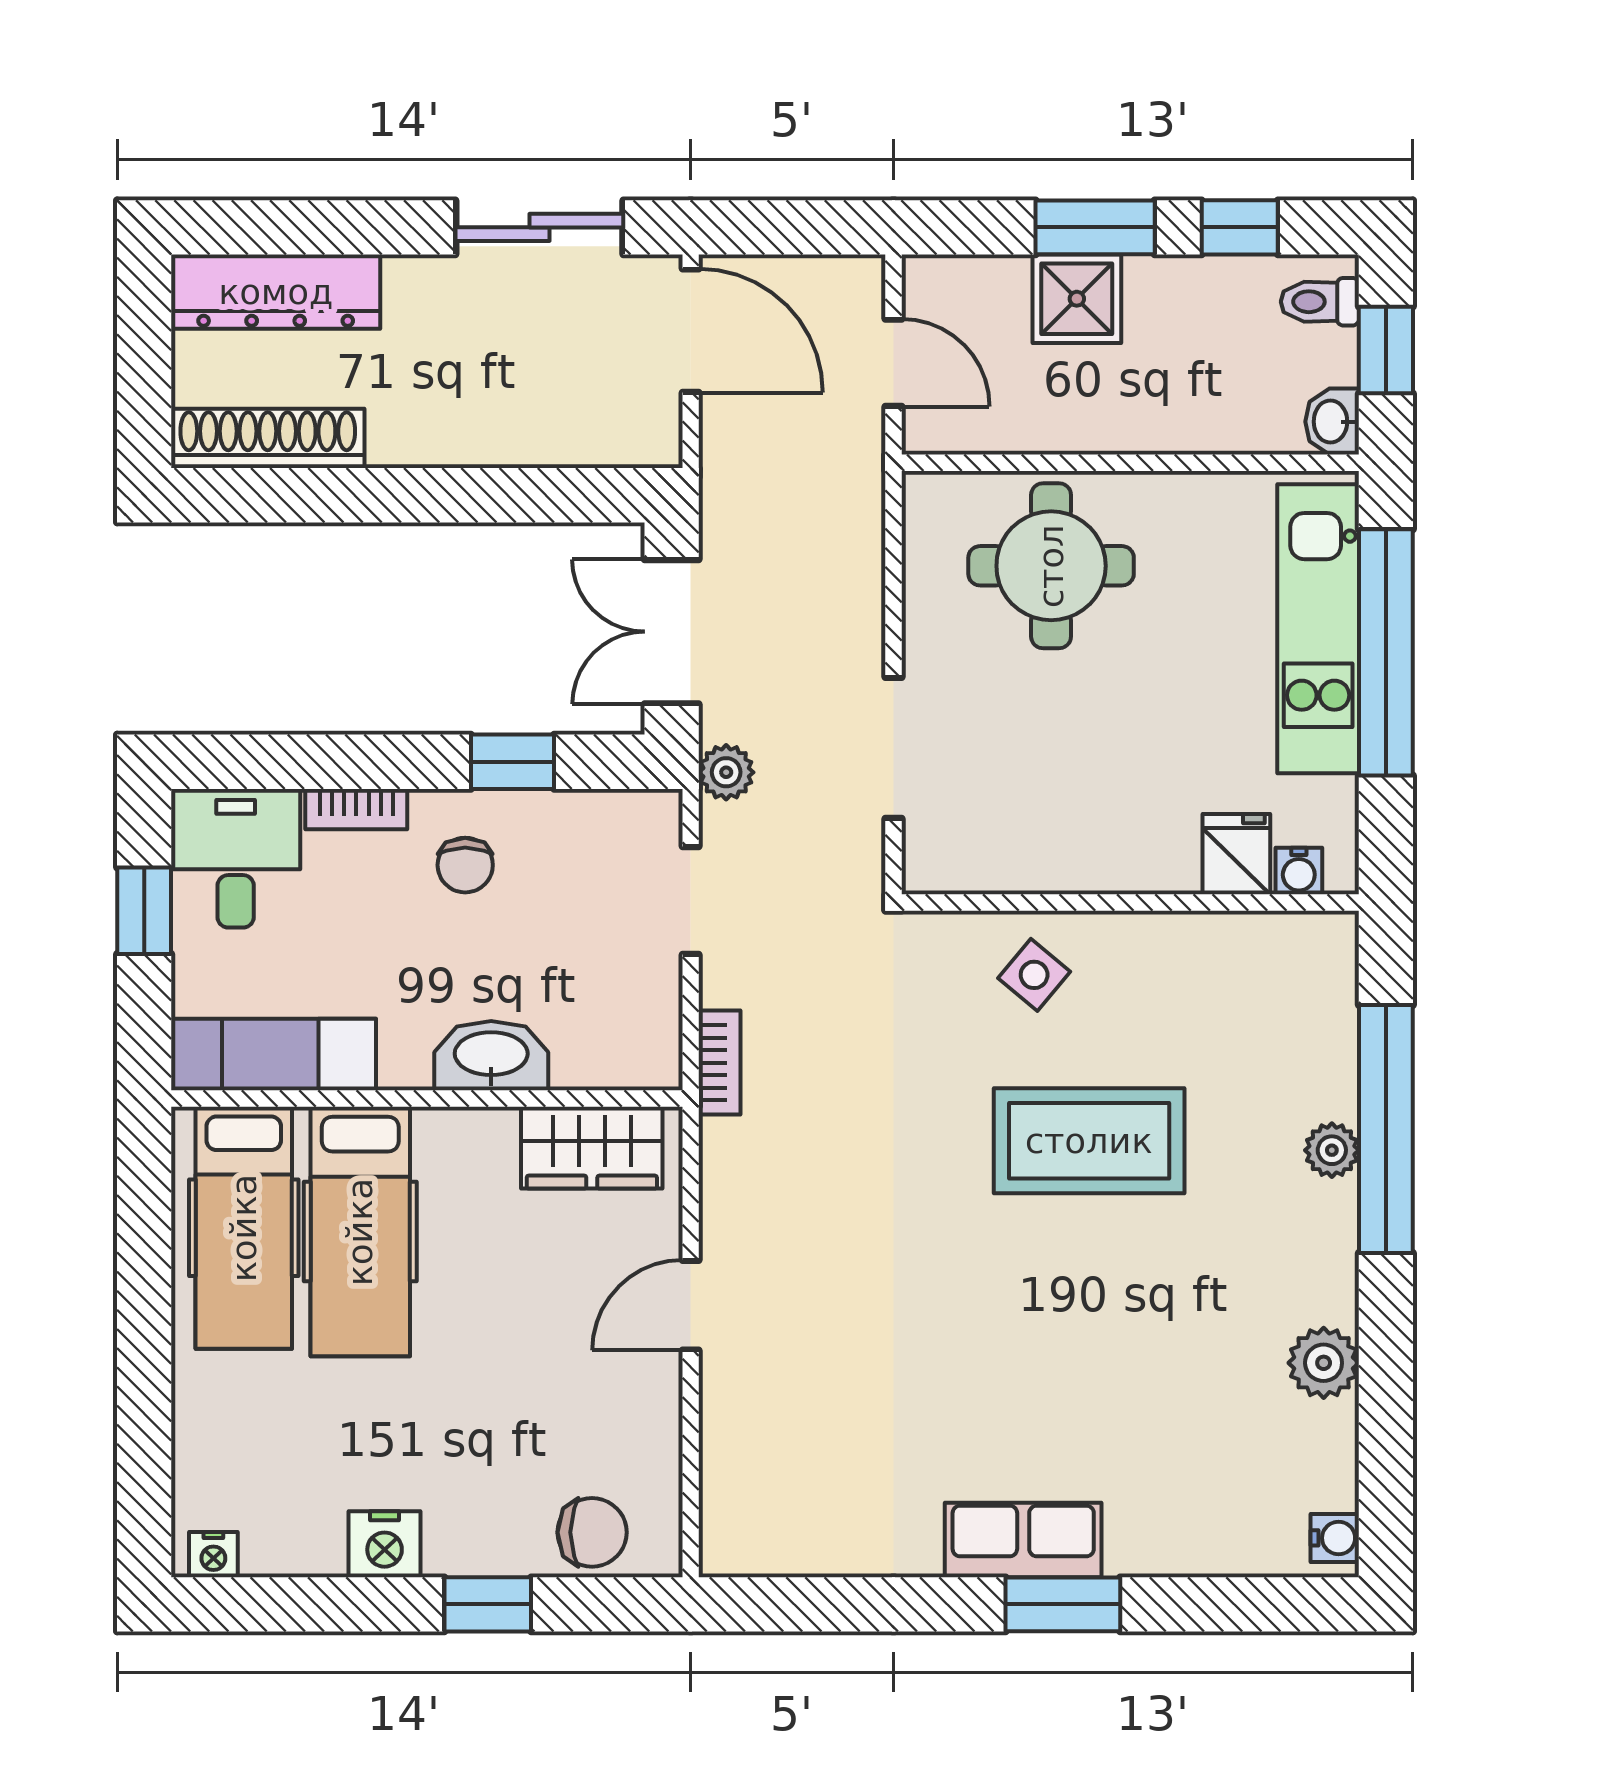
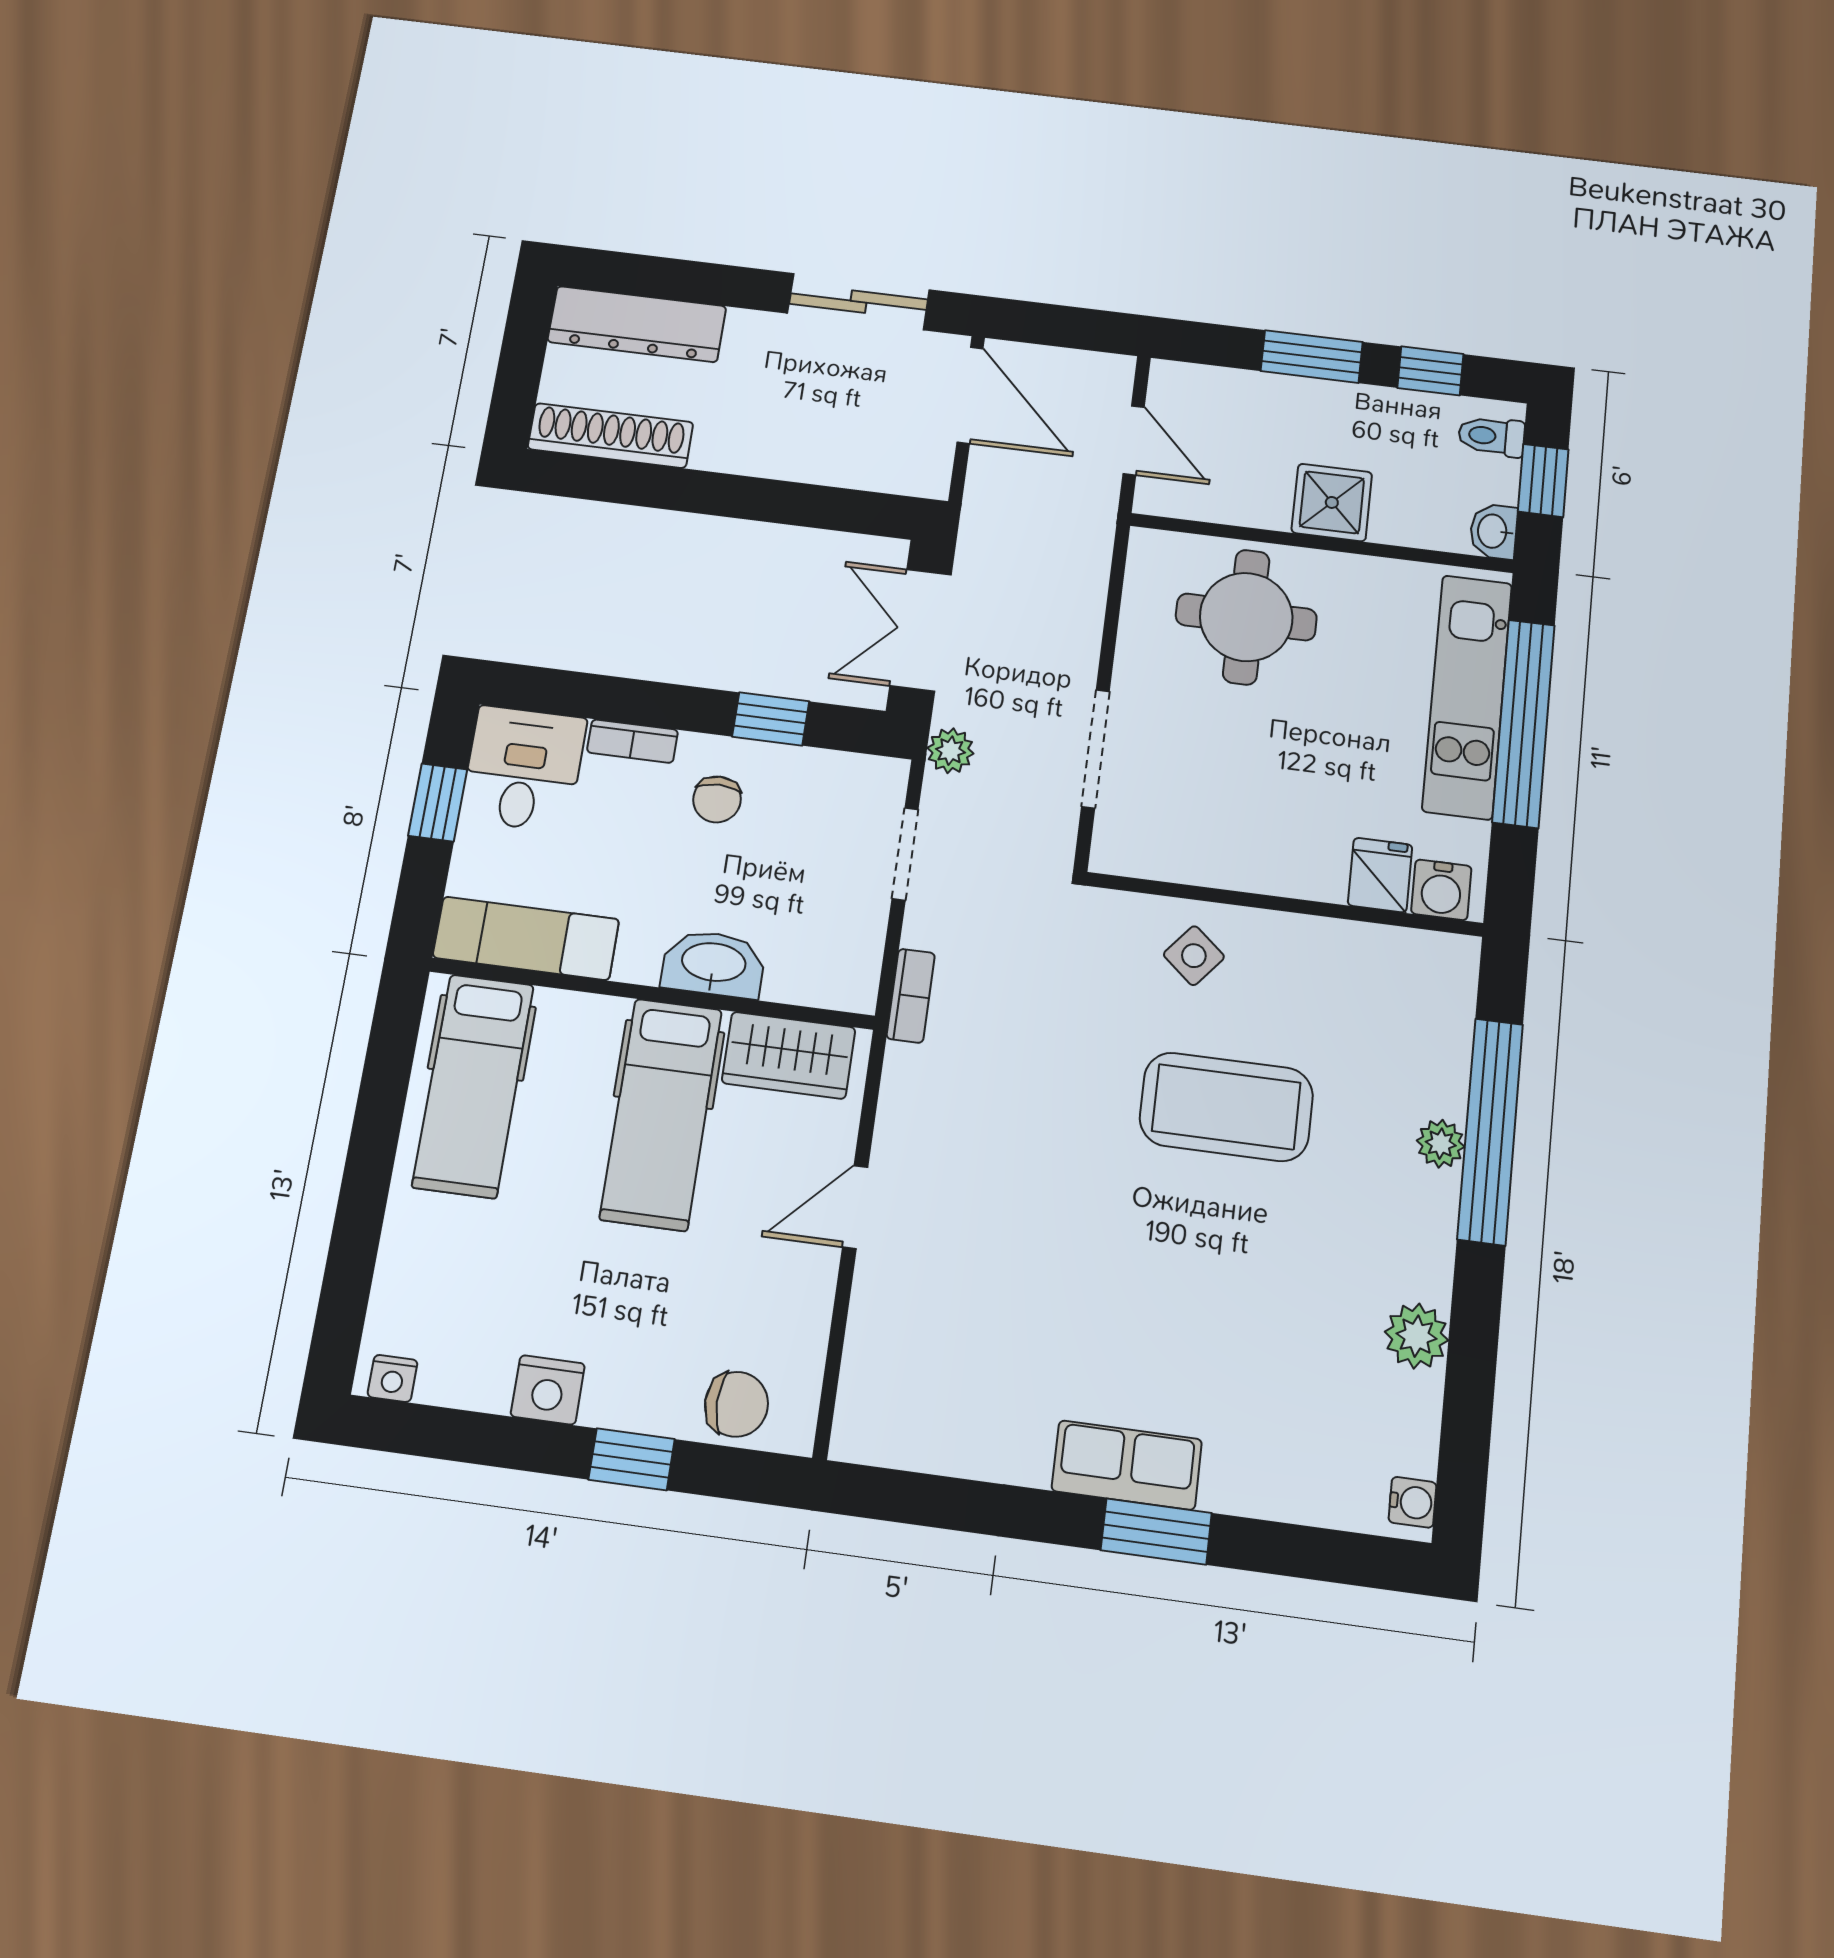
shower: (1077, 299) -> (1332, 502), moved
water cooler: (1299, 871) -> (1441, 890), width x1.38, depth x1.38
hospital bed: (360, 1232) -> (661, 1114), moved

